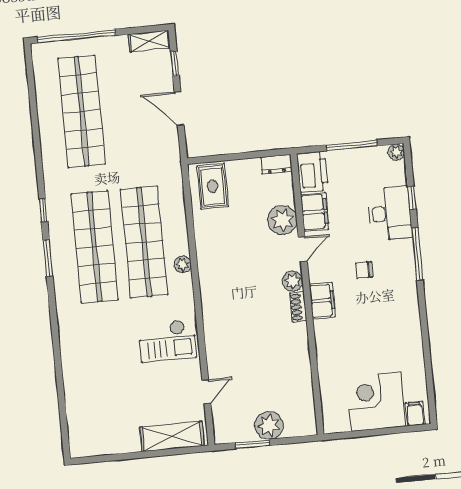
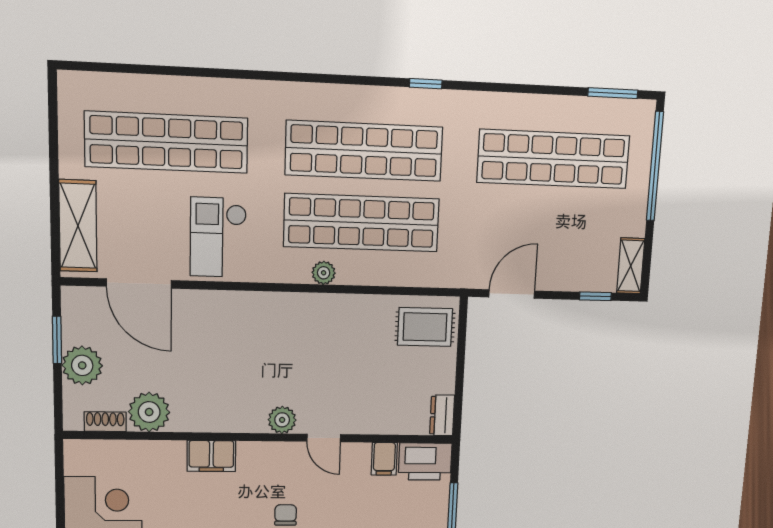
door: (179, 109) -> (512, 294), moved
filing cabinet: (315, 212) -> (384, 459), width x0.50
plant: (282, 220) -> (149, 412), moved
window: (48, 258) -> (613, 93), moved
filing cabinet: (322, 301) -> (211, 456), moved
shoe rack: (298, 307) -> (105, 422), moved
shop shelf: (108, 382) -> (167, 142), added
door: (206, 392) -> (139, 283), width x1.87

